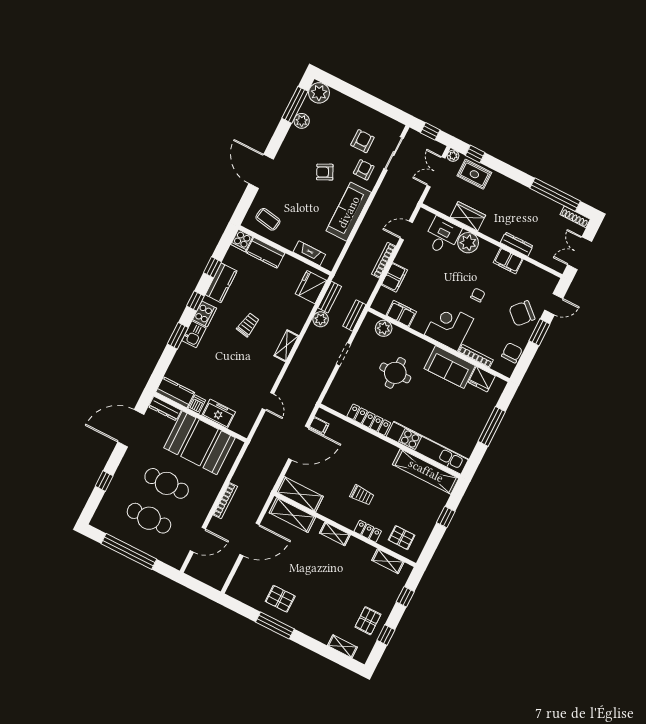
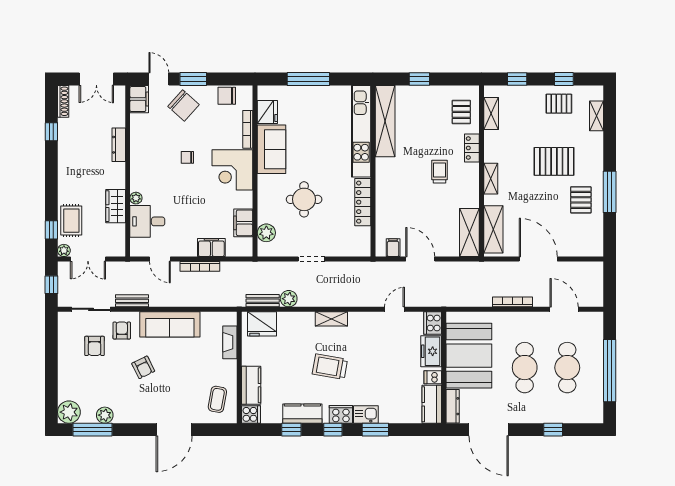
armchair: (362, 141) -> (95, 346), turned -90
armchair: (364, 170) -> (122, 331), turned 90
window: (555, 195) -> (51, 132), width x0.32
plant: (468, 243) -> (136, 198), width x0.53, depth x0.53
filing cabinet: (508, 261) -> (139, 99), moved
bench: (354, 315) -> (132, 301), moved
trolley: (248, 325) -> (330, 367), width x1.36, depth x1.39
cooker: (241, 427) -> (433, 323), added
door: (298, 443) -> (420, 259), width x0.73
pallet: (323, 593) -> (554, 161), added

